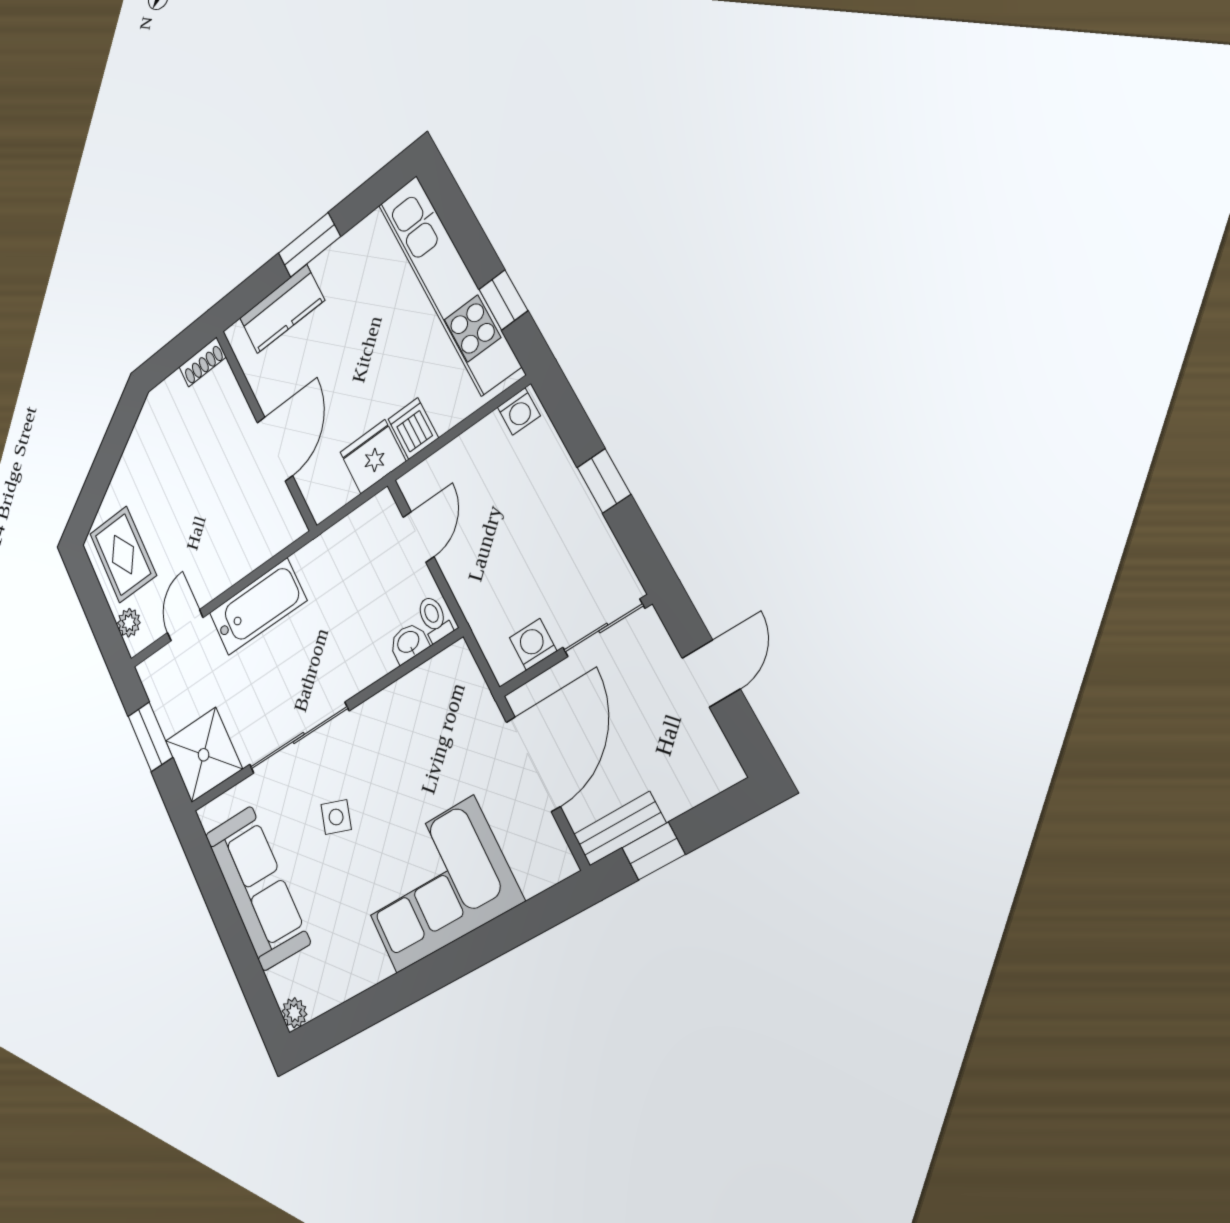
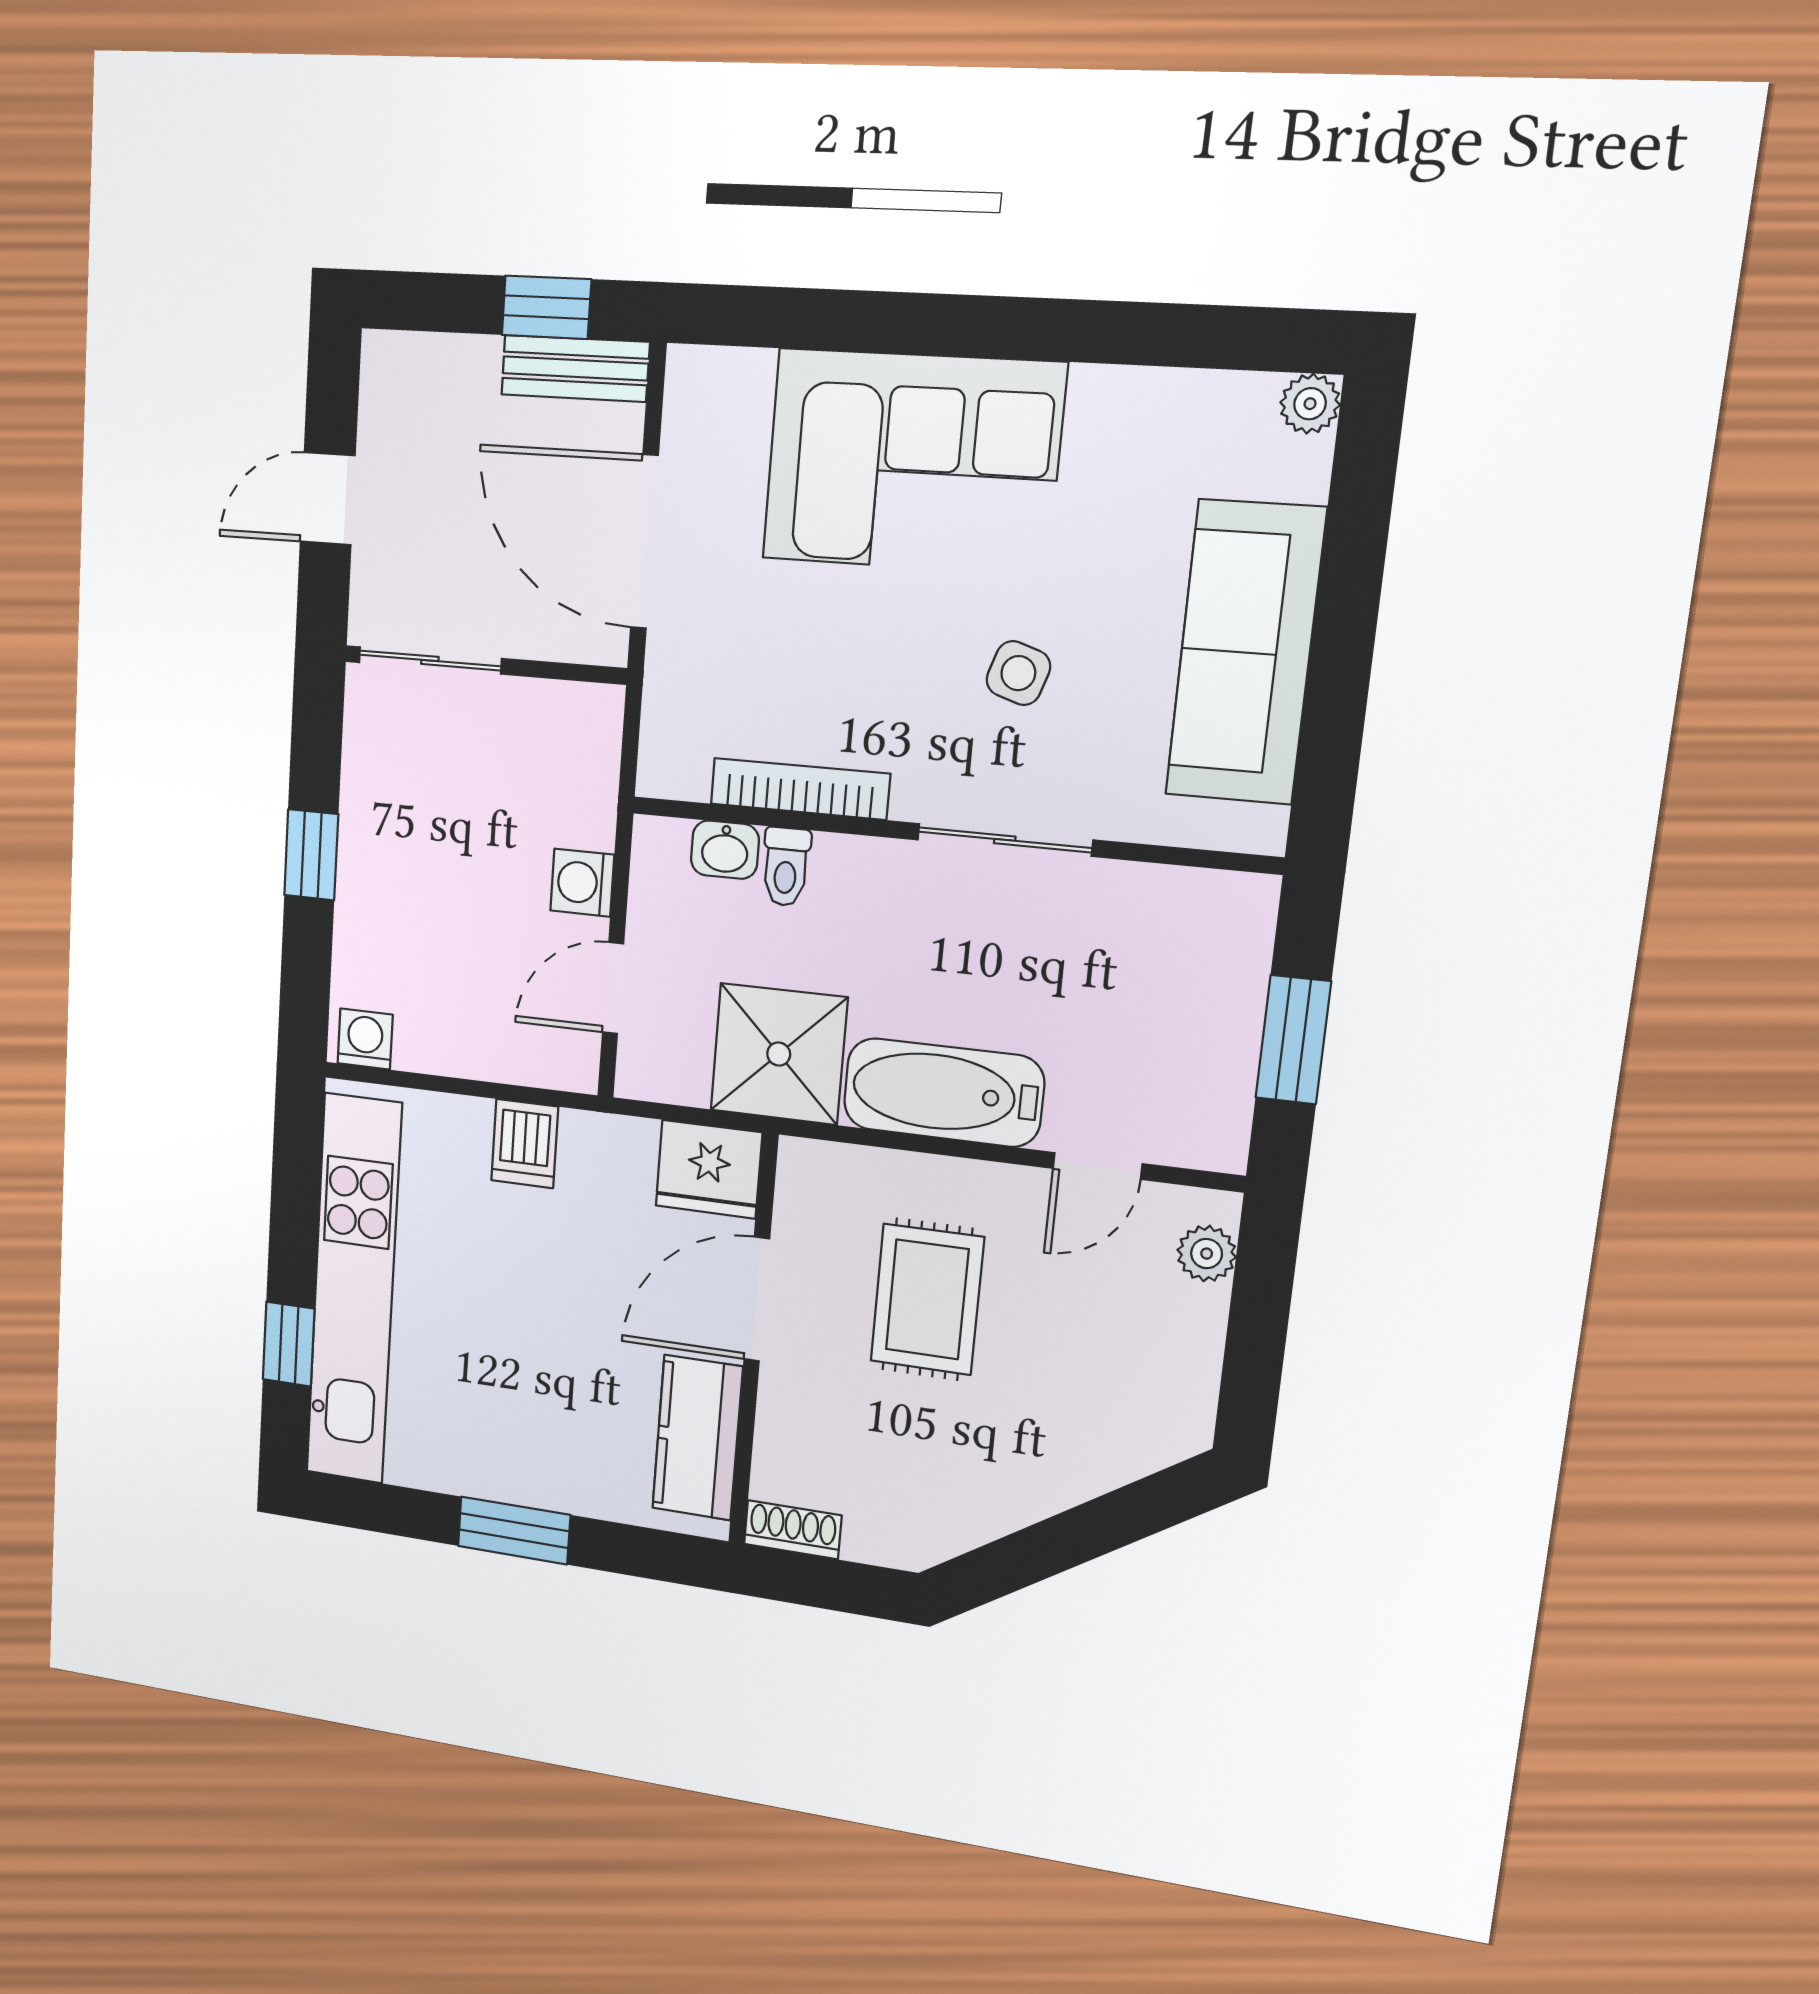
window: (503, 300) -> (289, 1344), moved
kitchen counter: (282, 309) -> (697, 1438), moved, turned -90
fridge: (373, 457) -> (709, 1169), moved
rug: (123, 555) -> (927, 1299), moved
toilet: (434, 619) -> (786, 867), moved
washing machine: (533, 644) -> (582, 883), moved, turned 90
bookcase: (394, 697) -> (800, 789), added
sliding door: (299, 738) -> (1005, 840), width x0.73
shower: (204, 755) -> (779, 1054), moved
door: (533, 764) -> (644, 542), hinge flipped

